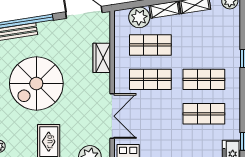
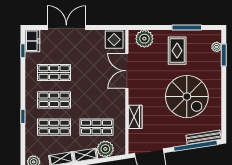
shop shelf: (150, 79) -> (54, 127), moved
spiral stairs: (36, 83) -> (187, 97), turned 90

